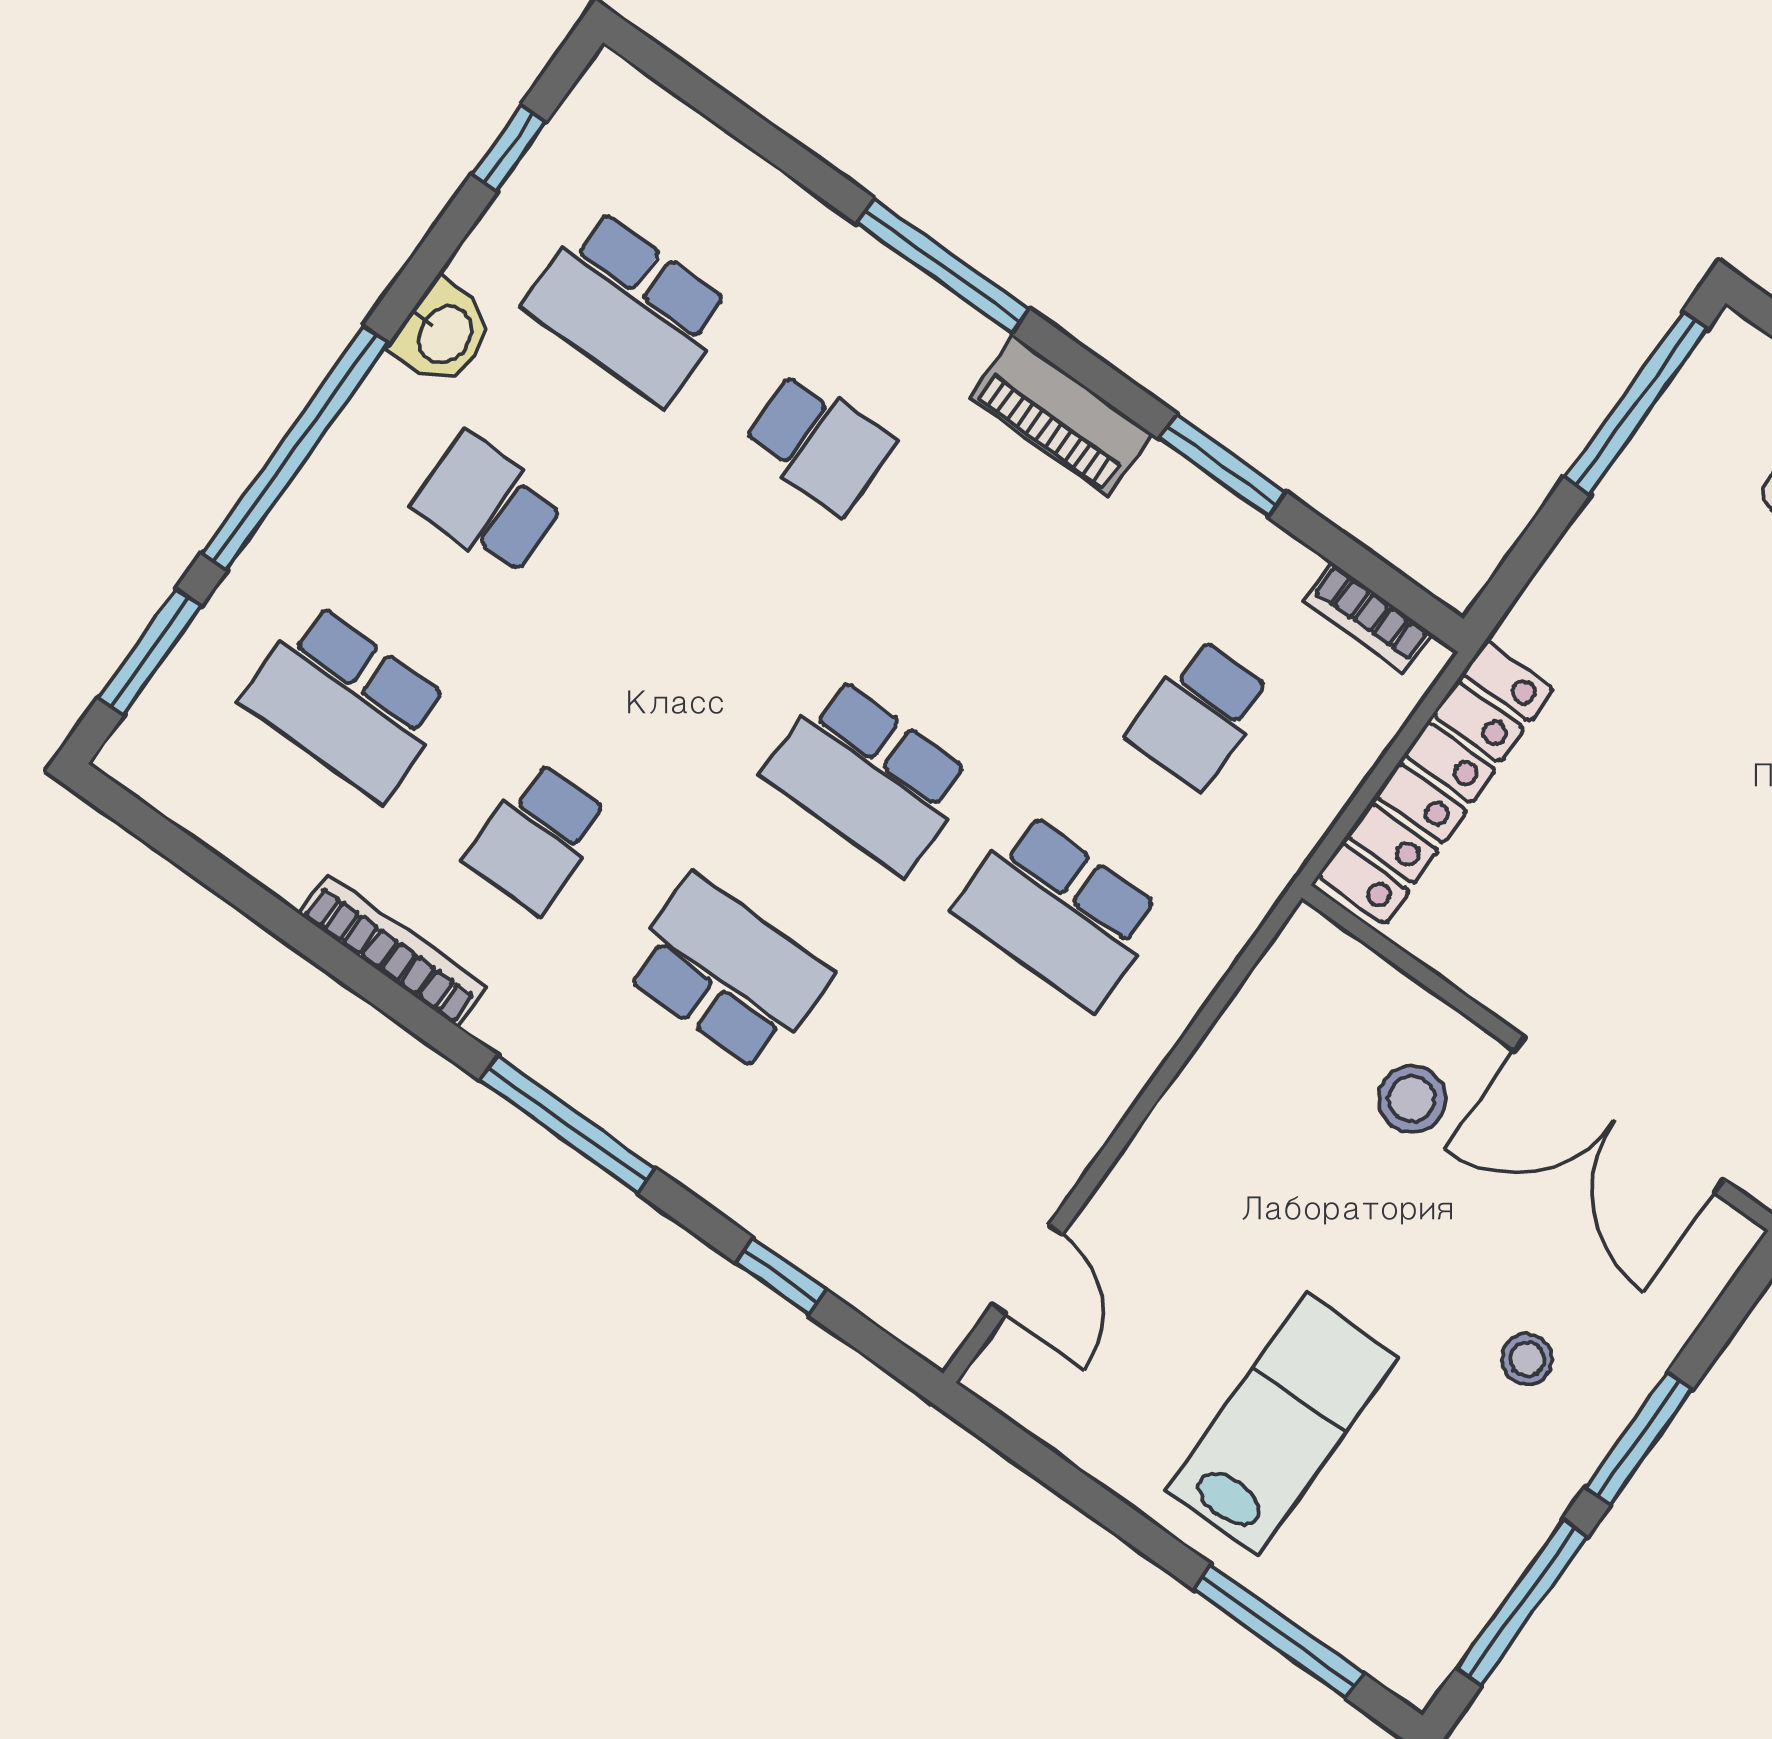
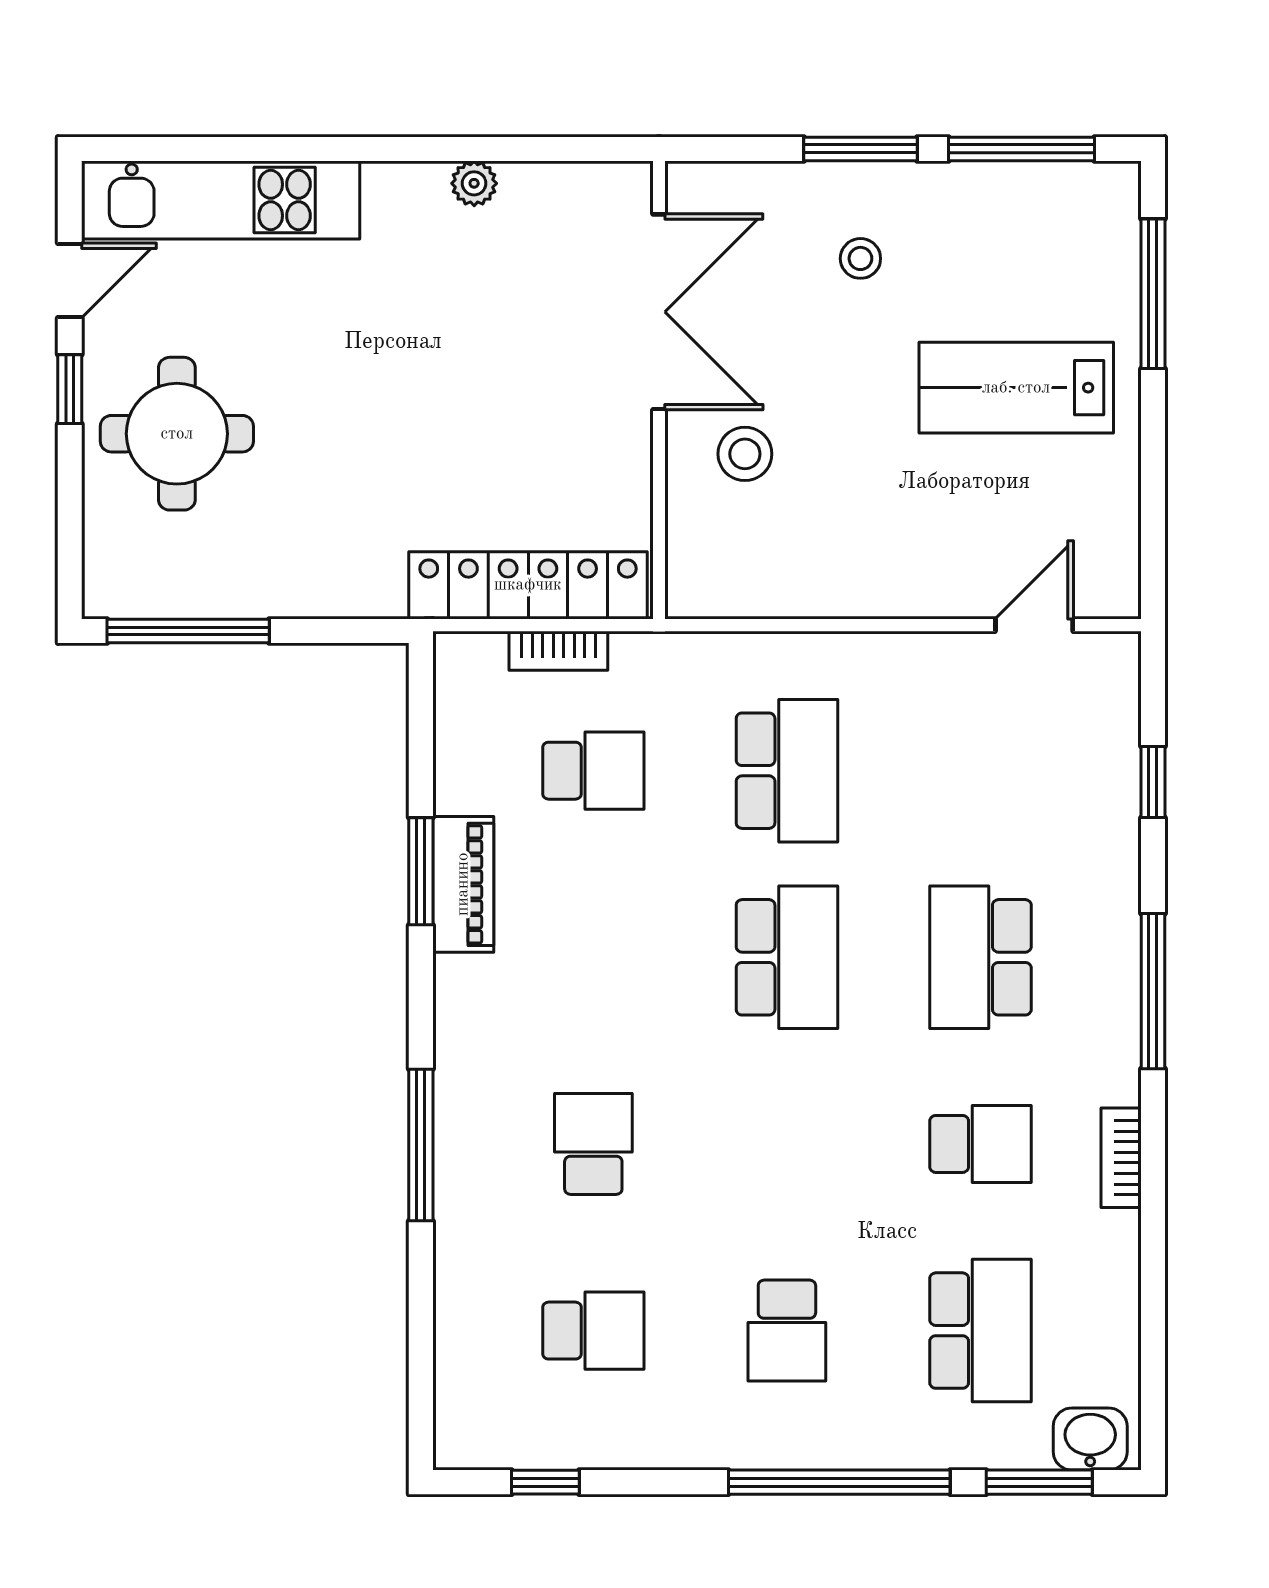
school desk: (629, 307) -> (593, 1331), width x0.54
washbasin: (443, 333) -> (1090, 1439), moved
piano: (1061, 415) -> (463, 884), moved
bookcase: (1368, 618) -> (558, 651), moved, turned 90
bookcase: (393, 950) -> (1121, 1158), width x0.64

